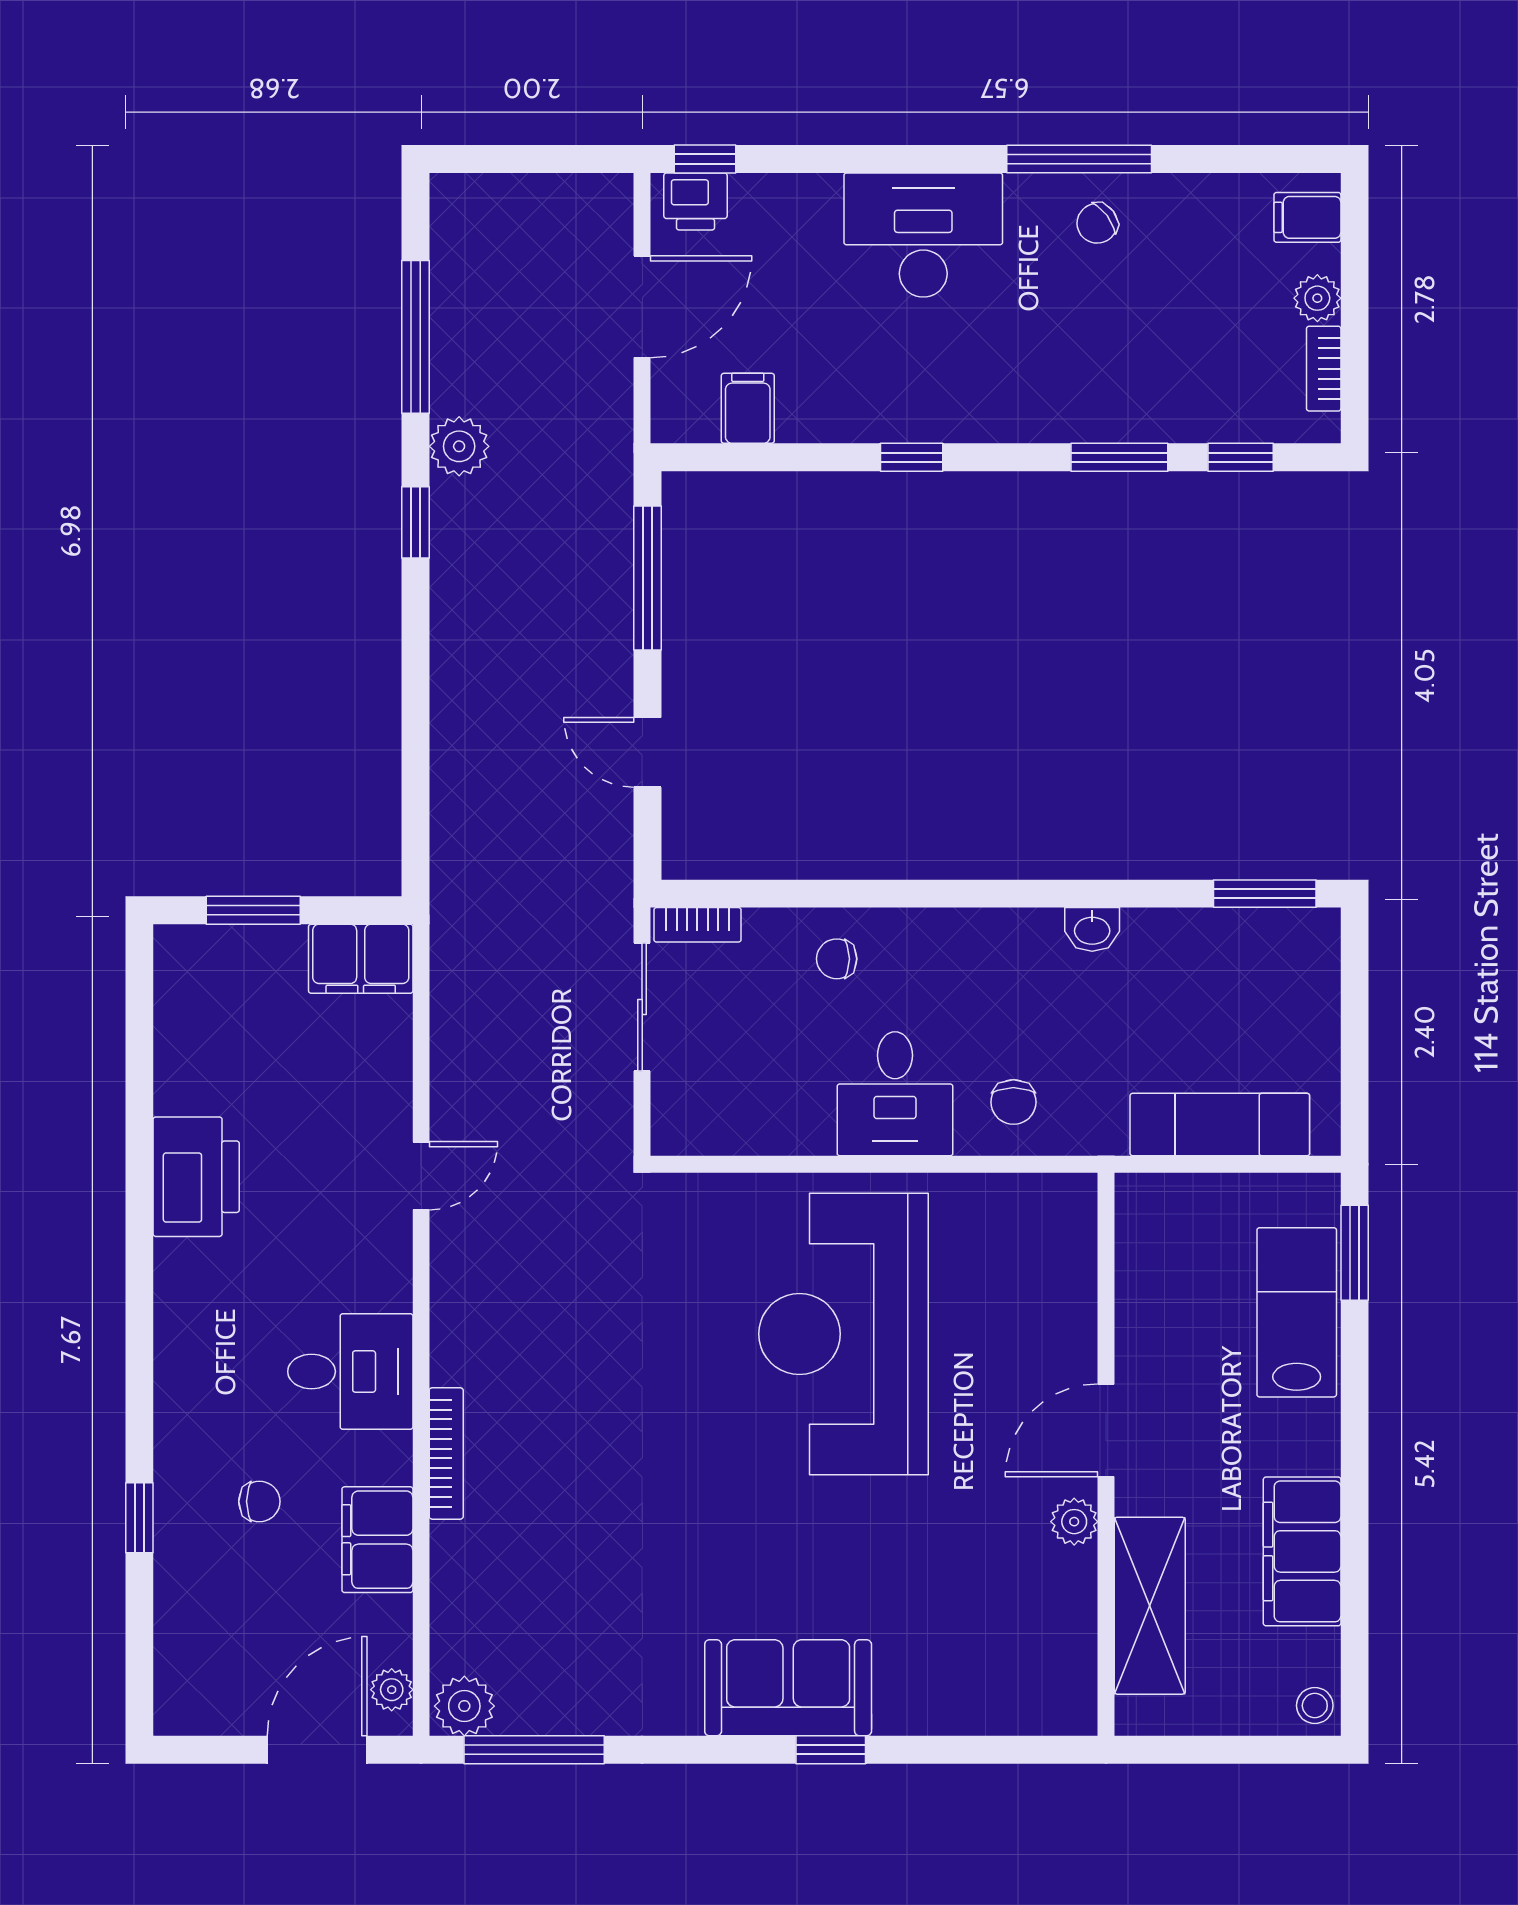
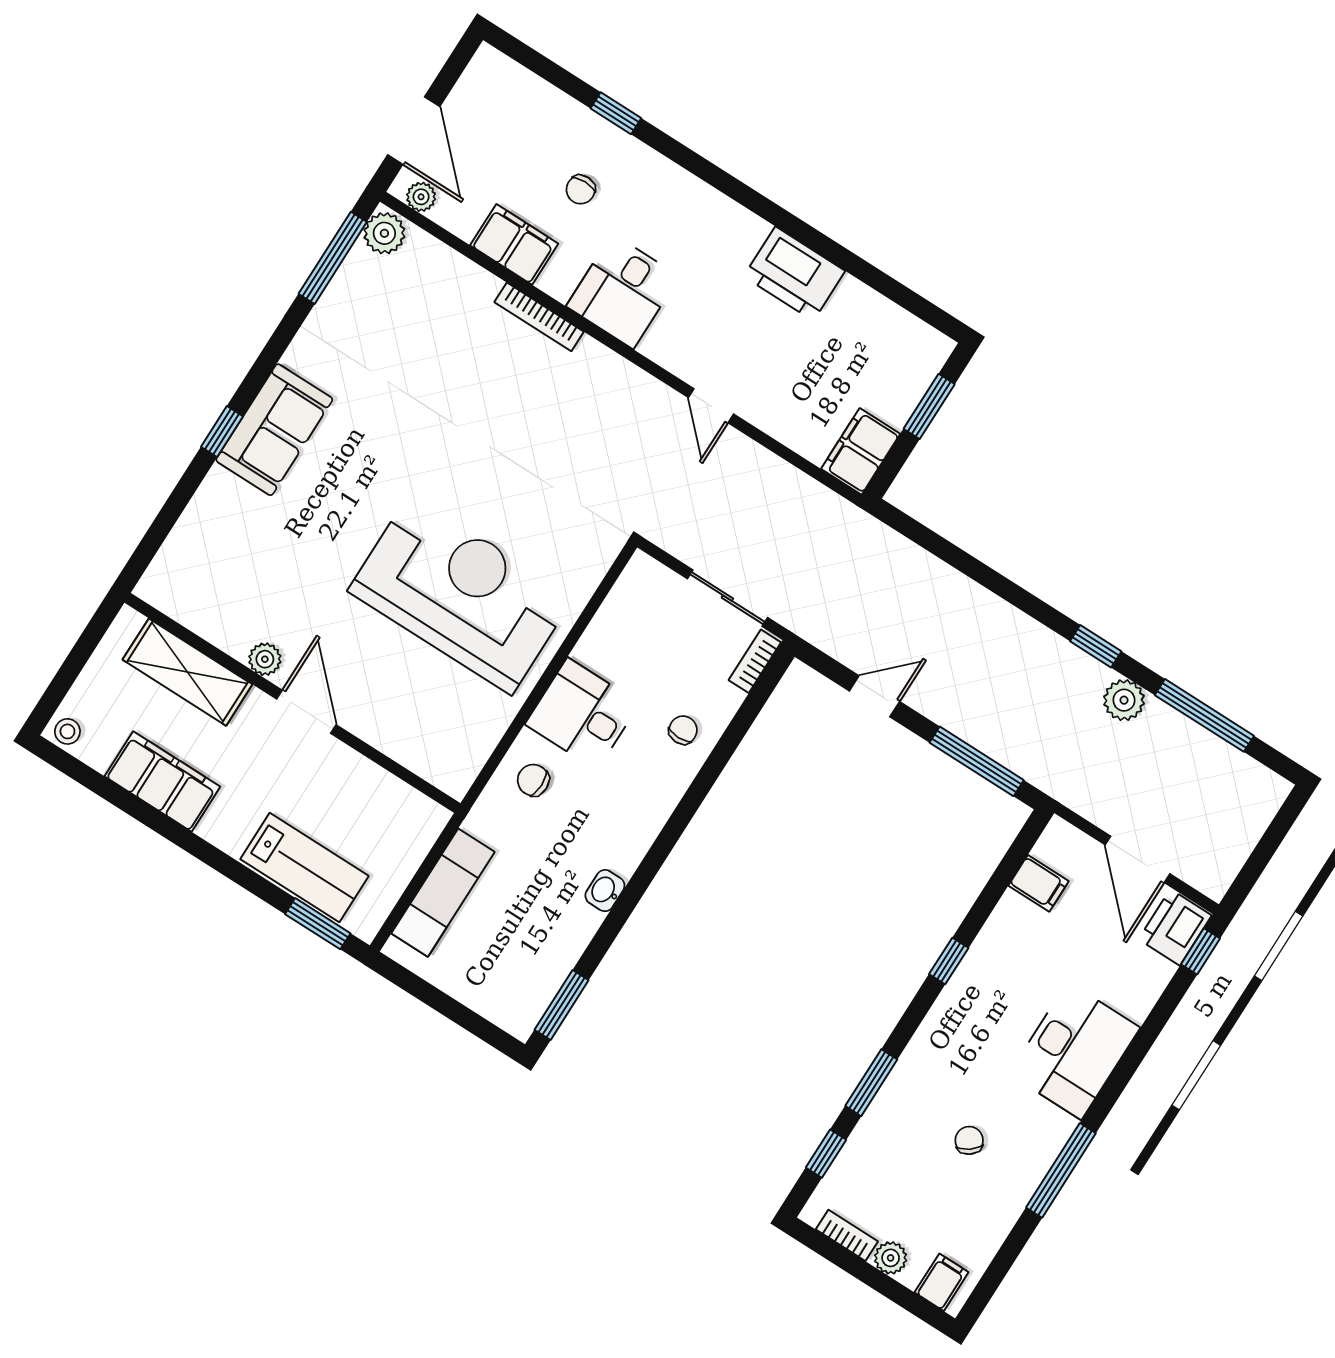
printer: (695, 201) -> (1175, 927), width x1.36, depth x1.24
chair: (1097, 223) -> (969, 1140), moved

